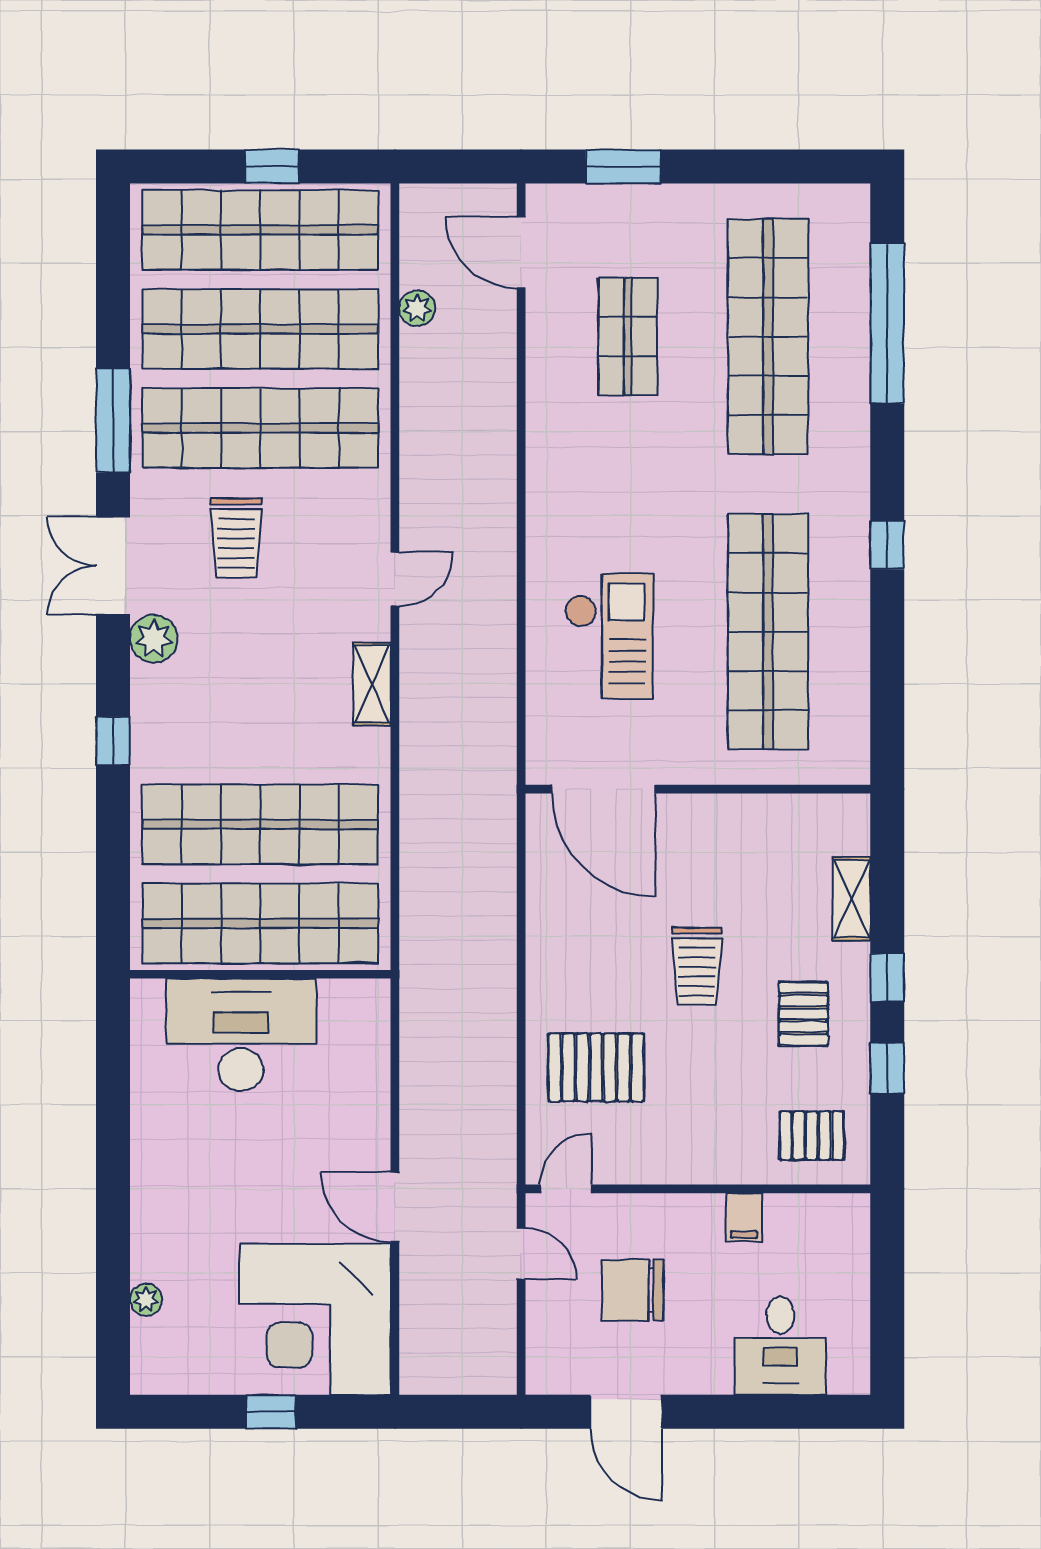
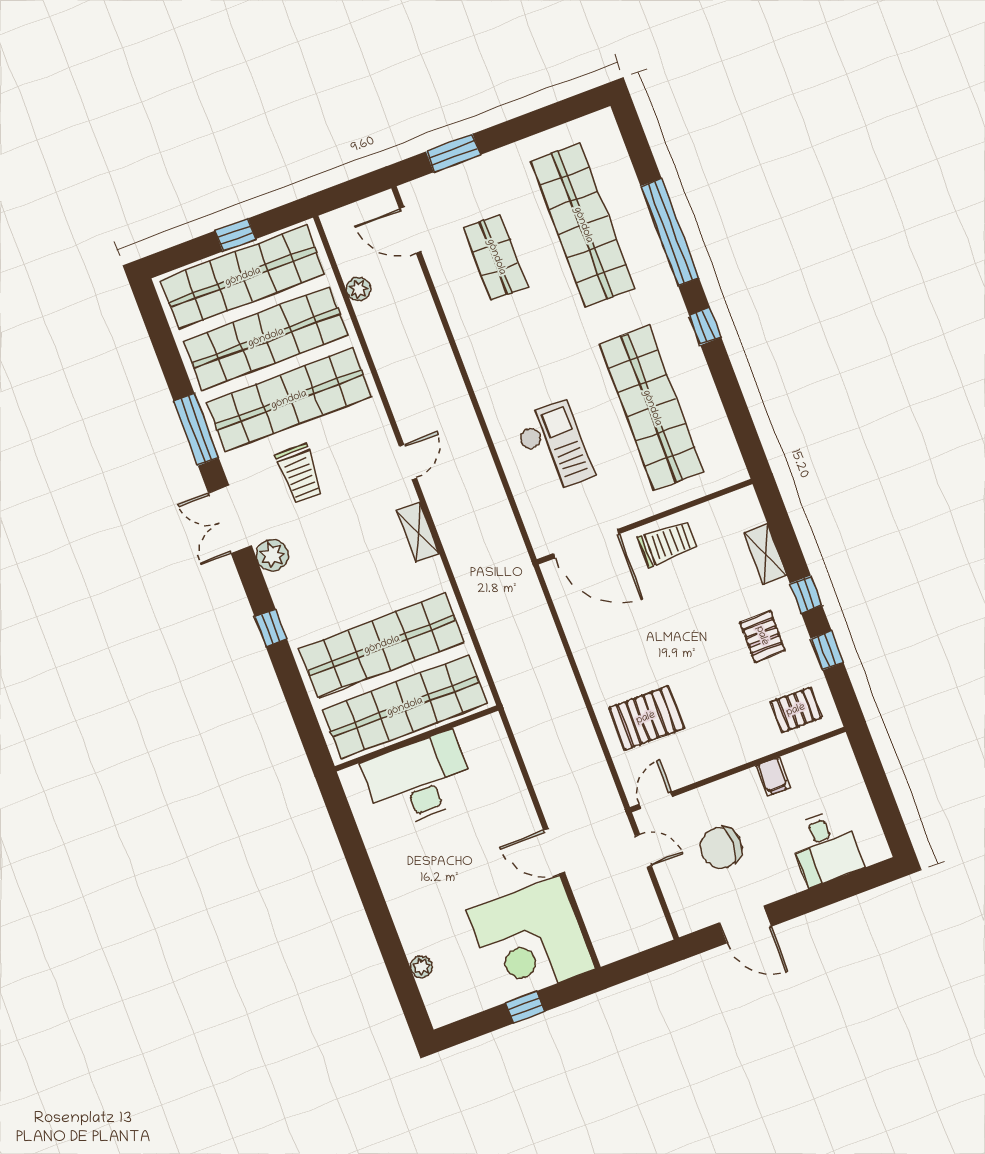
window: (887, 323) -> (670, 232), moved
trolley: (697, 966) -> (667, 543), moved, turned -90

